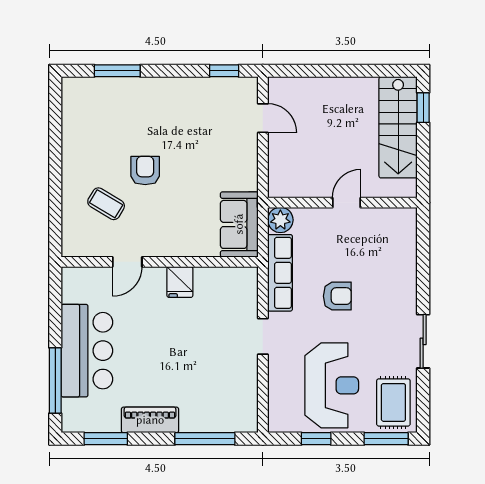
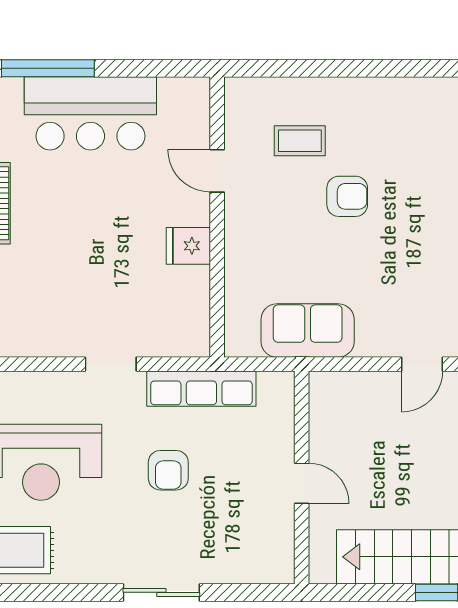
coffee table: (106, 204) -> (300, 141), turned 59
plant: (280, 220) -> (277, 389), removed
sofa: (239, 224) -> (308, 331), moved
sliding door: (423, 341) -> (161, 592), moved

